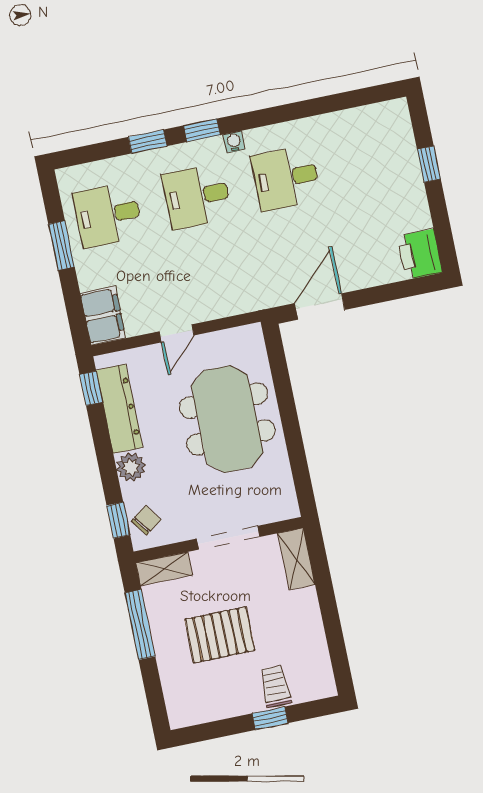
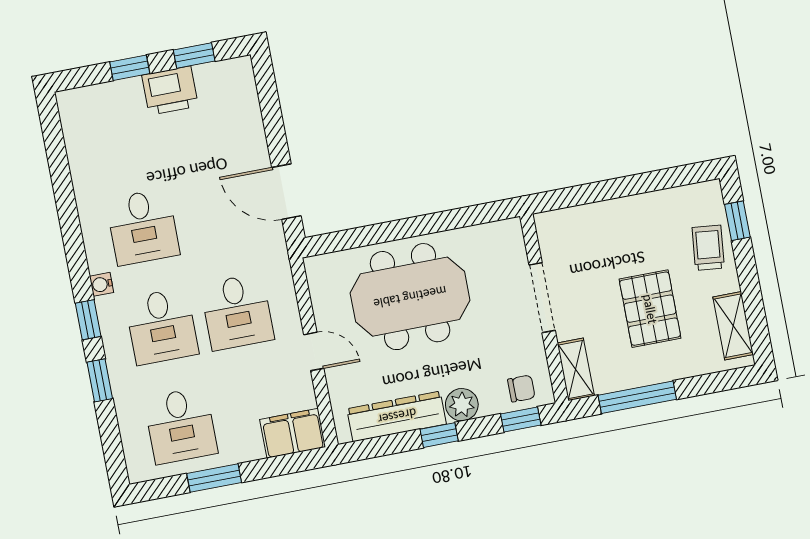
window: (441, 222) -> (194, 55), added
printer: (420, 254) -> (170, 91), moved
desk: (211, 264) -> (237, 312), added
window: (91, 388) -> (439, 435), moved
chair: (146, 520) -> (521, 389), turned 125
shelving: (297, 559) -> (733, 326), moved, turned 90
trolley: (275, 686) -> (708, 248), turned 96
window: (270, 718) -> (737, 221), moved

